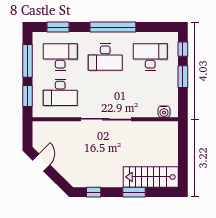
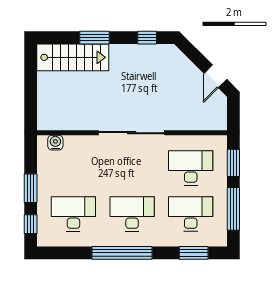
desk: (60, 57) -> (191, 214), turned 180
desk: (150, 57) -> (73, 214), turned 180

